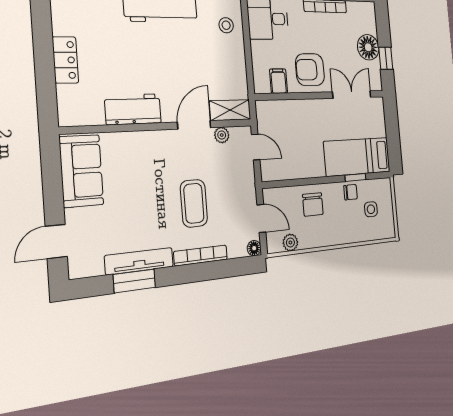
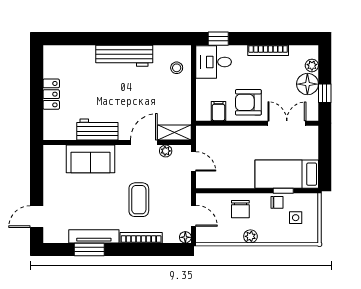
plant: (370, 25) -> (312, 65), added
sofa: (81, 171) -> (90, 159), moved, turned 90
plant: (290, 242) -> (250, 236), moved

